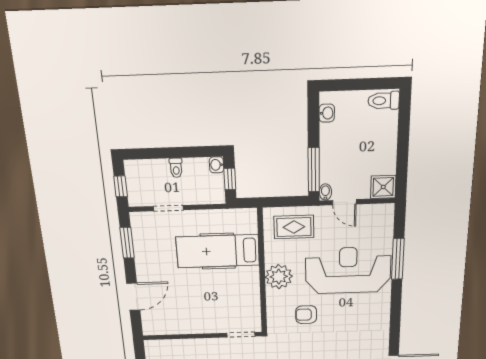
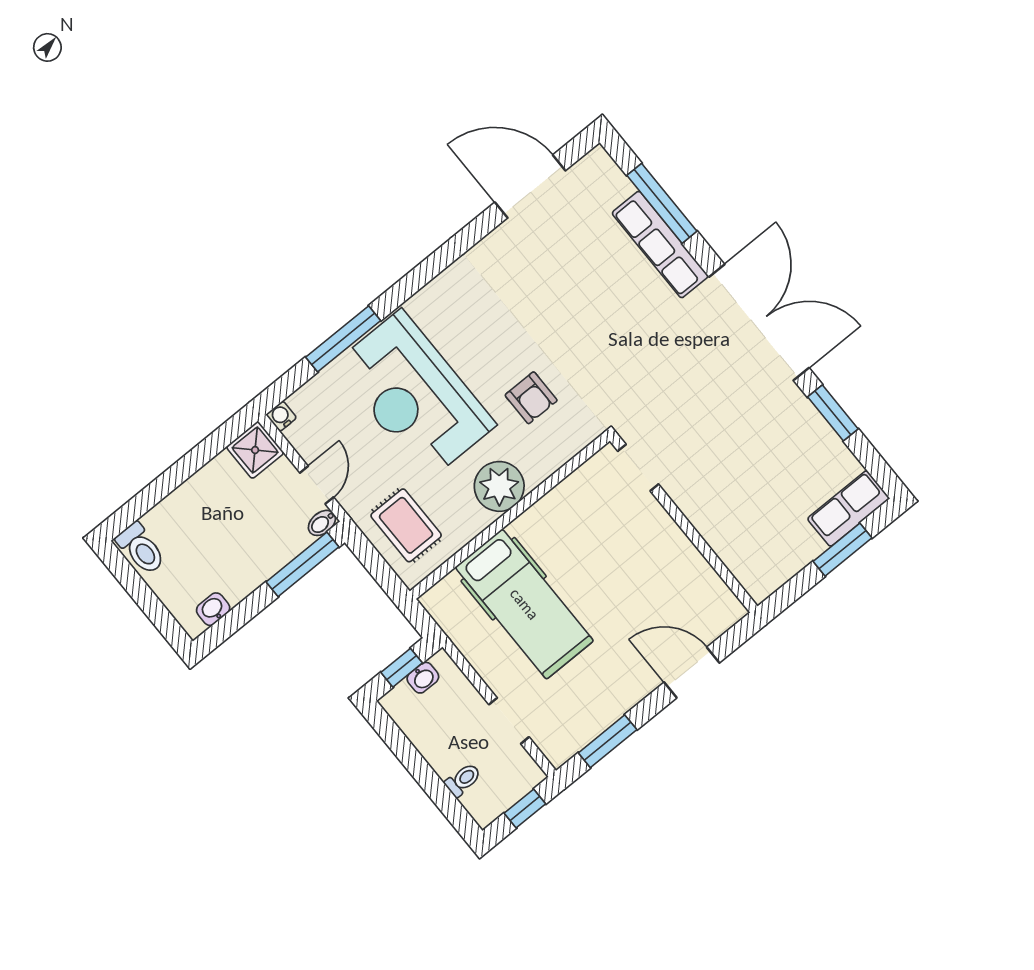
washbasin: (216, 165) -> (423, 678), moved
toilet: (176, 168) -> (463, 780), moved
water cooler: (388, 209) -> (281, 416), added

